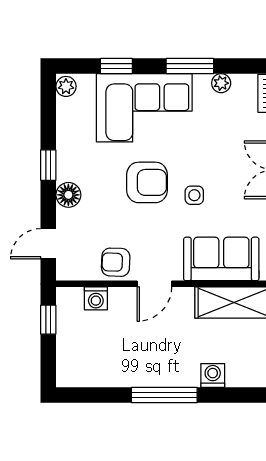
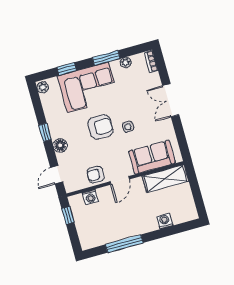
window: (164, 395) -> (124, 244), moved

